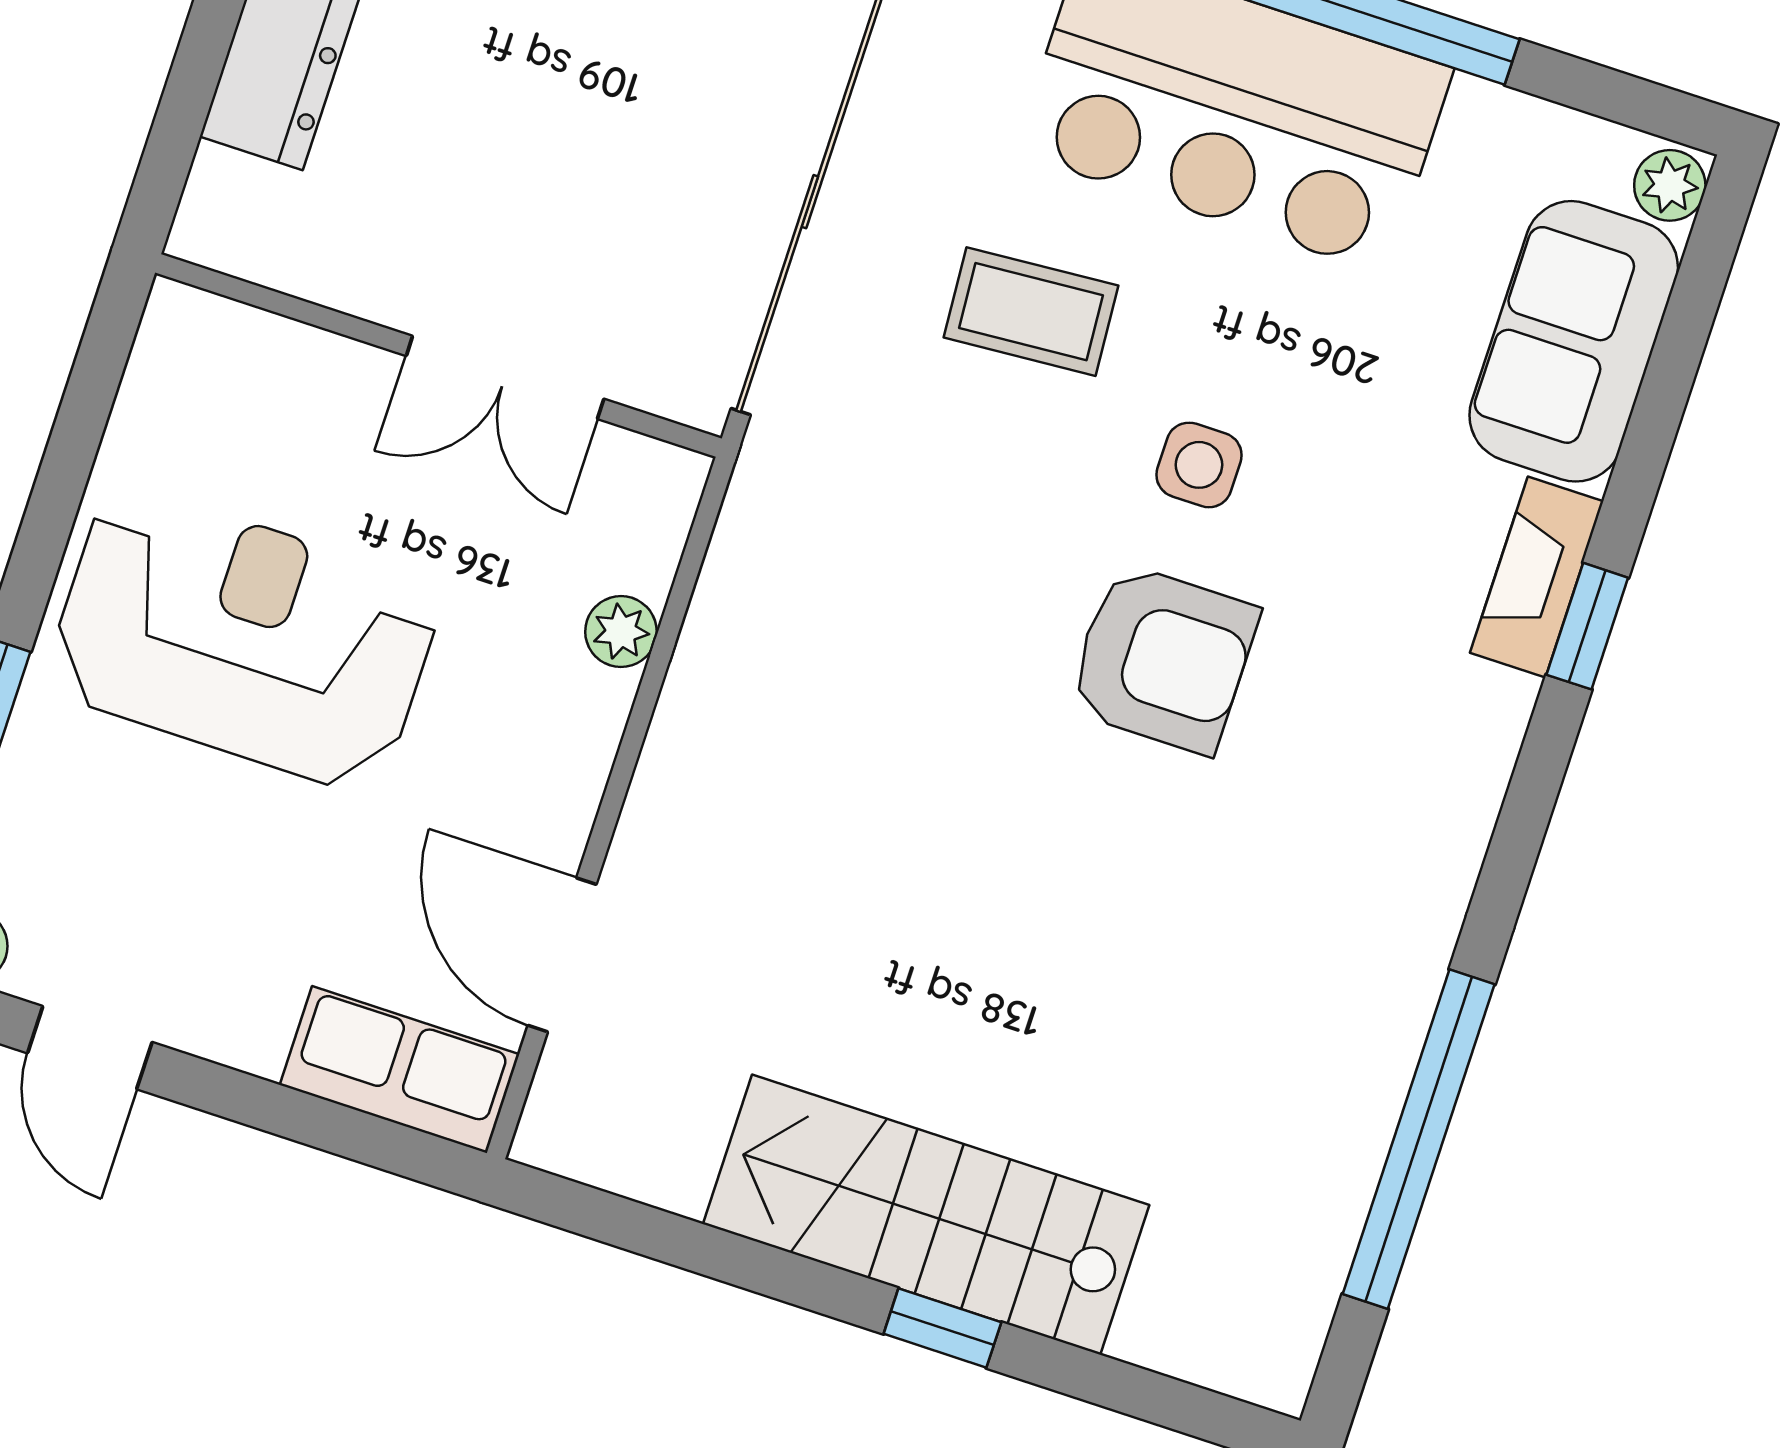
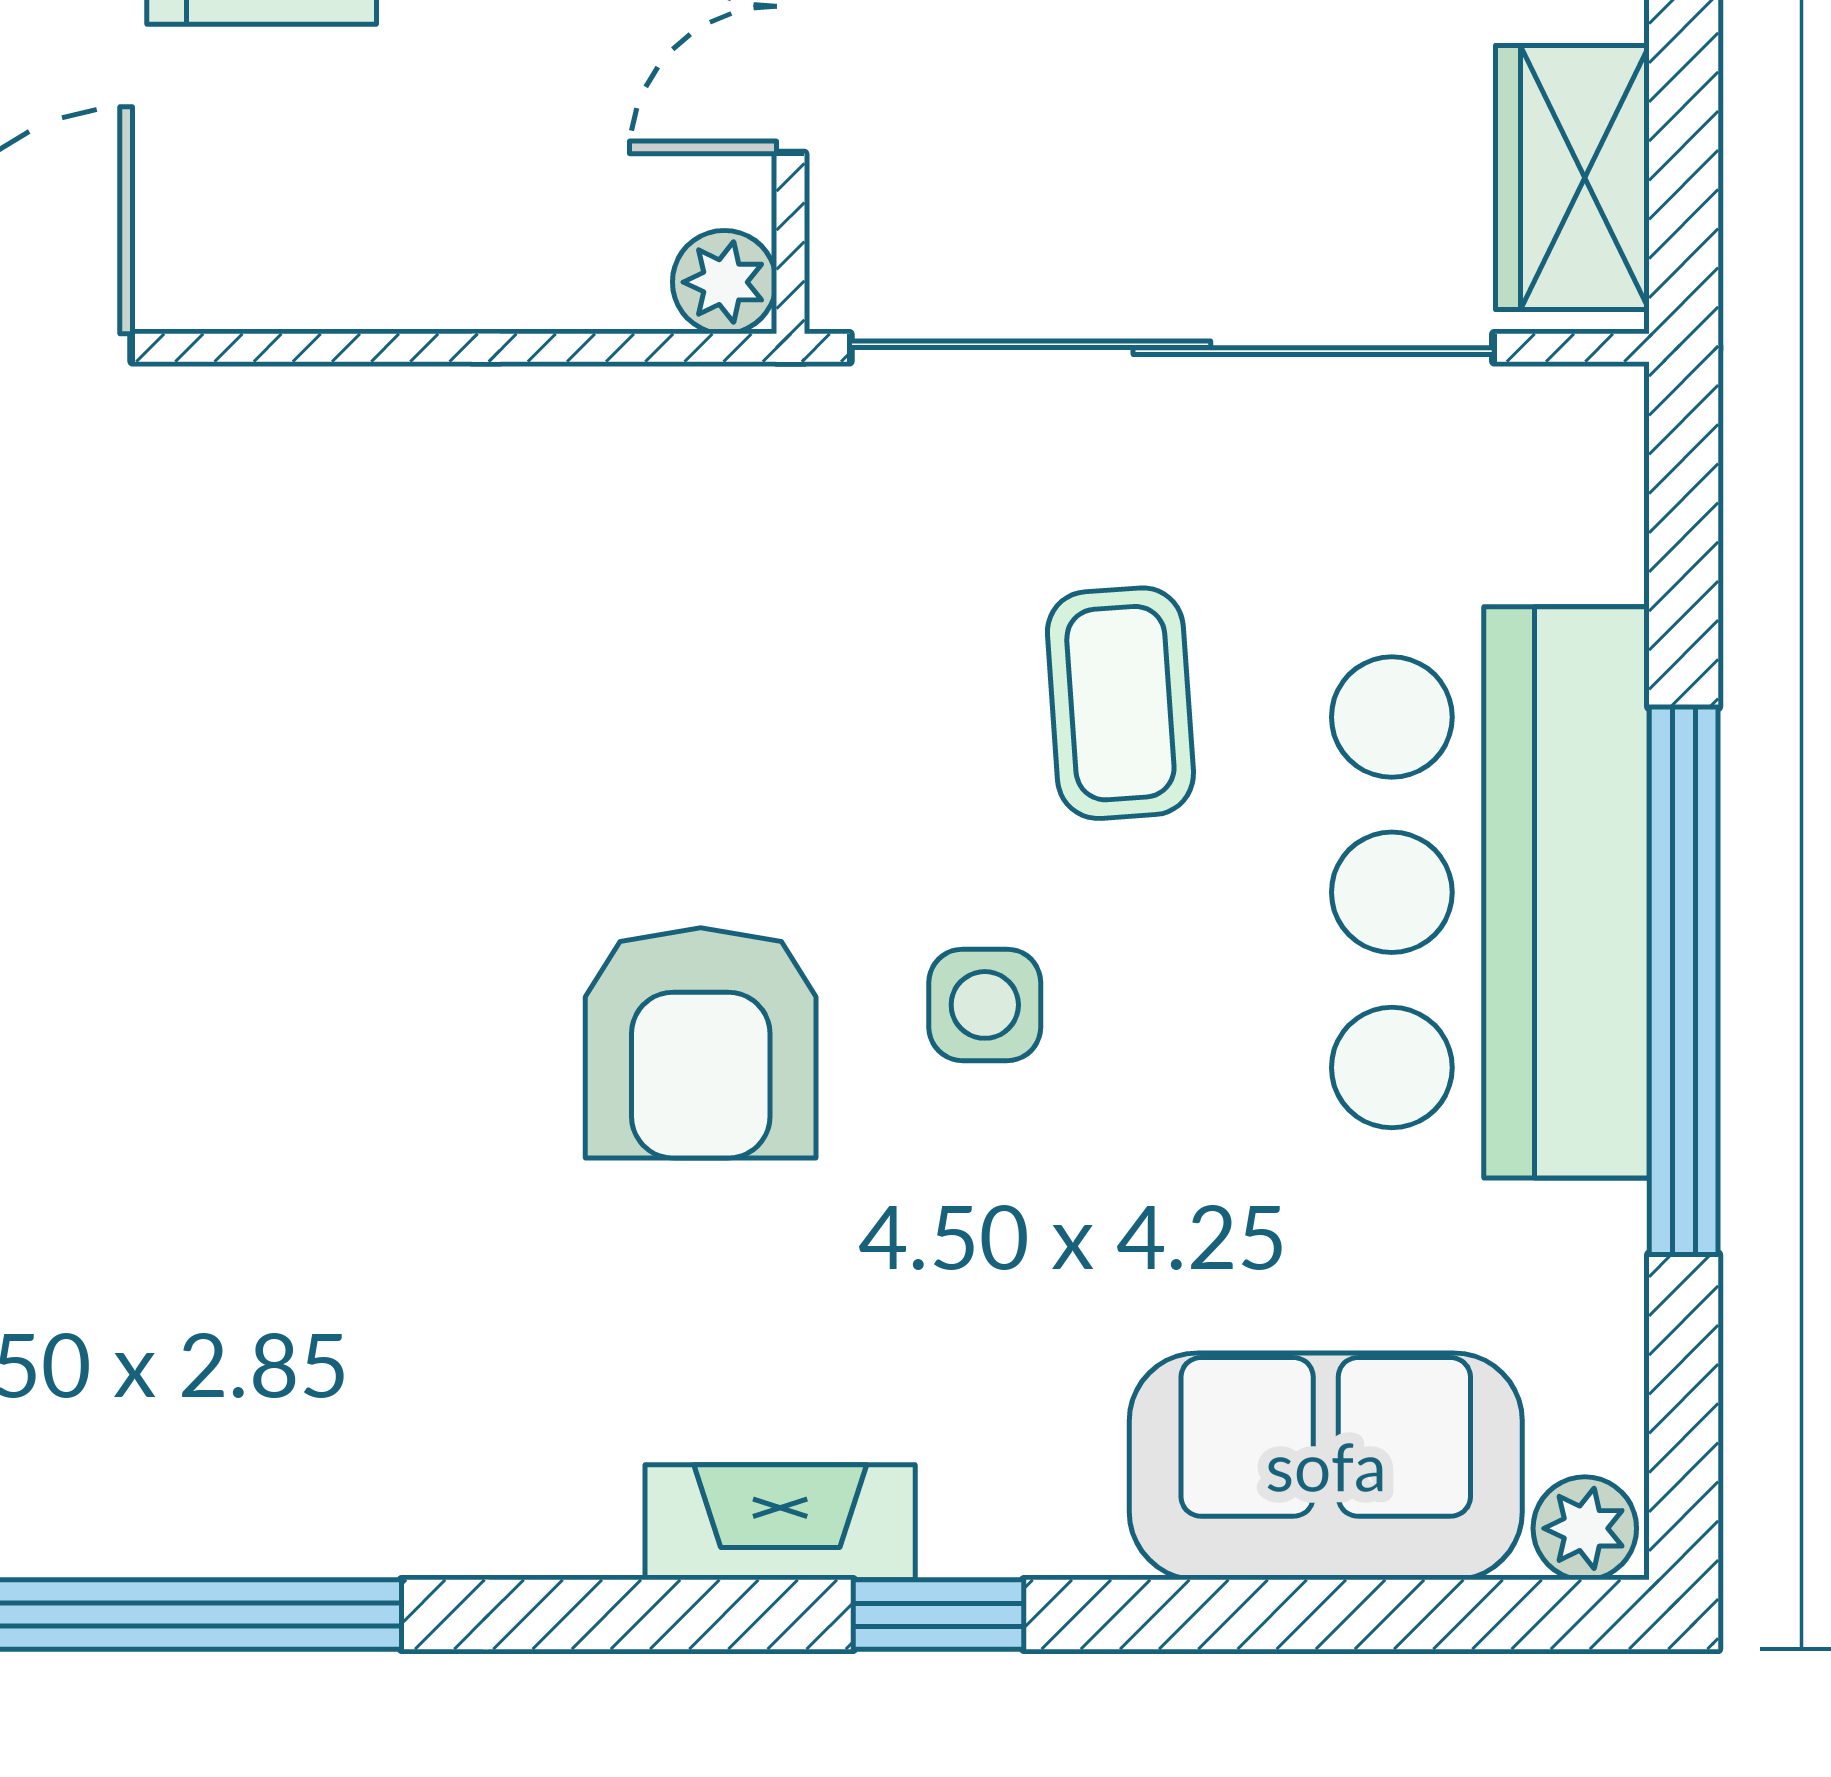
fireplace: (1537, 577) -> (780, 1522), moved
plant: (621, 632) -> (724, 282), moved

